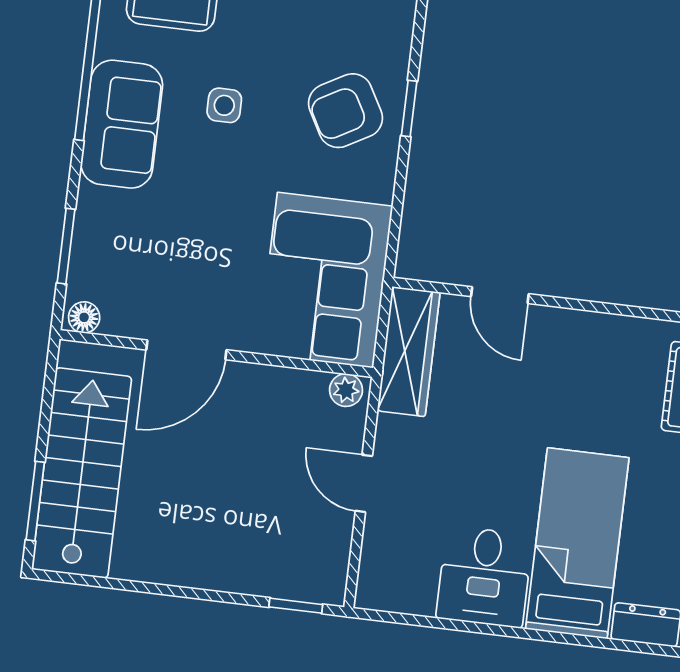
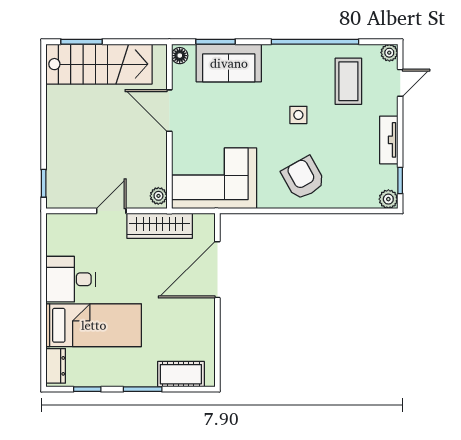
window: (409, 109) -> (308, 211), removed
sofa: (122, 124) -> (229, 63), moved
door: (500, 295) -> (217, 270), width x1.88
wardrobe: (409, 352) -> (160, 226), moved

